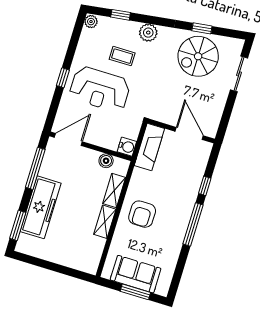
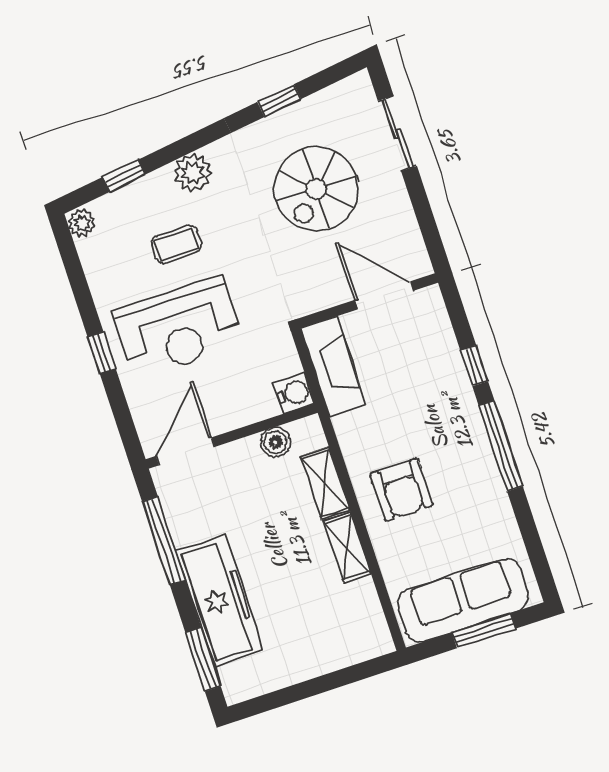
spiral stairs: (198, 56) -> (316, 189), moved
sofa: (136, 274) -> (463, 600), width x1.36

